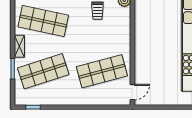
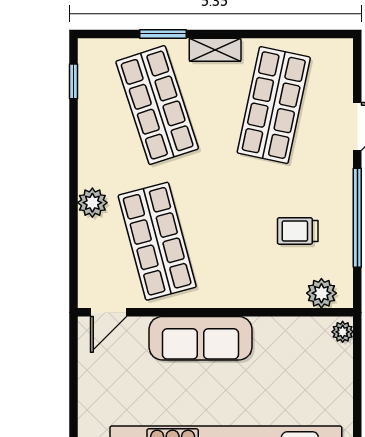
sofa: (144, 53) -> (200, 338), added
door: (132, 92) -> (109, 312), hinge flipped
plant: (85, 99) -> (92, 203), added

